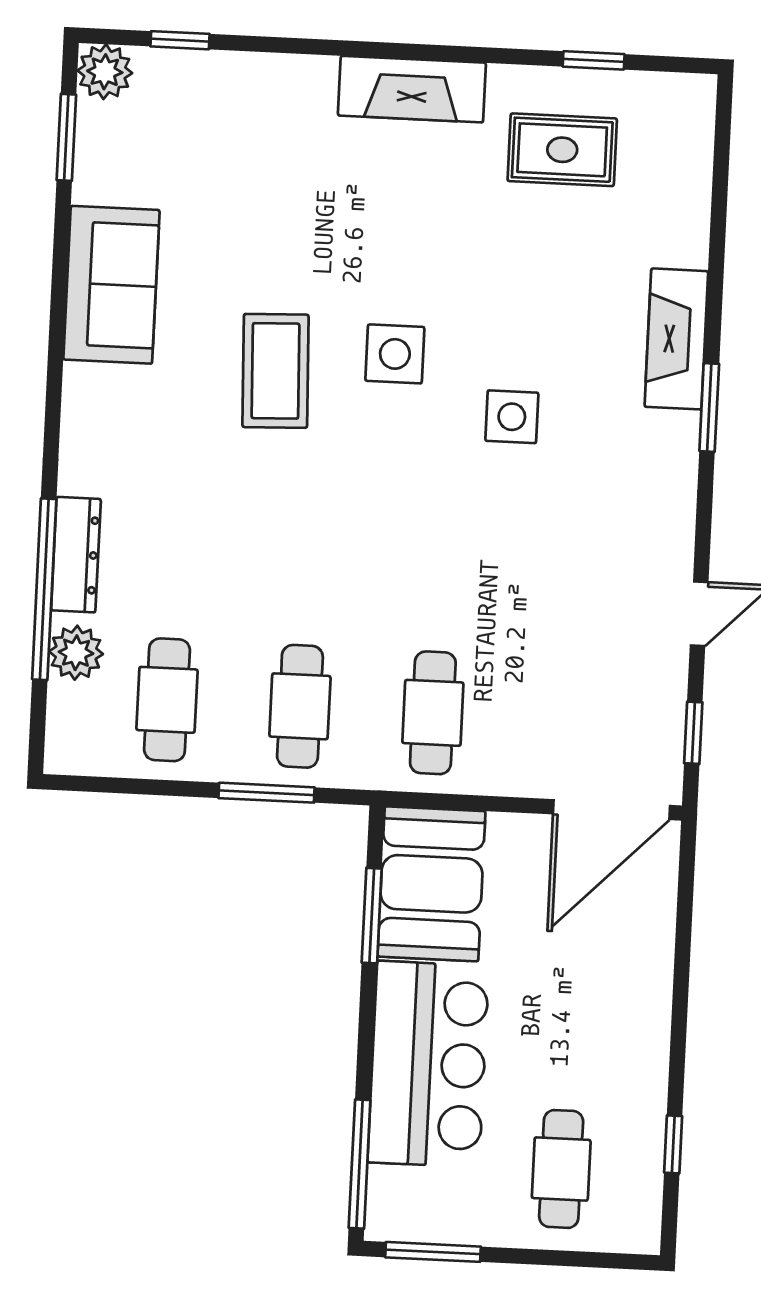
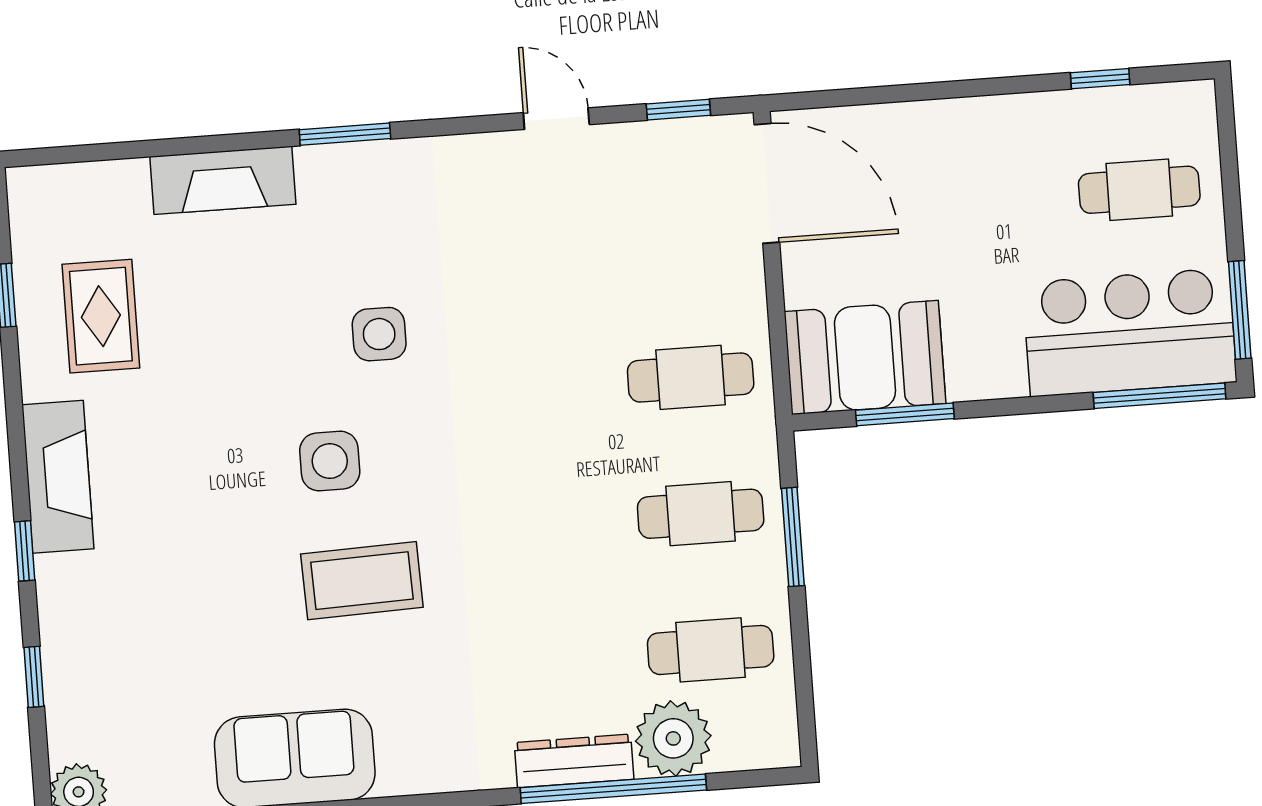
window: (180, 40) -> (34, 677), moved
window: (344, 48) -> (25, 551), added
fireplace: (676, 339) -> (223, 180), moved
plant: (76, 653) -> (673, 738), width x1.36, depth x1.36
bar counter: (428, 1064) -> (1130, 332), moved

